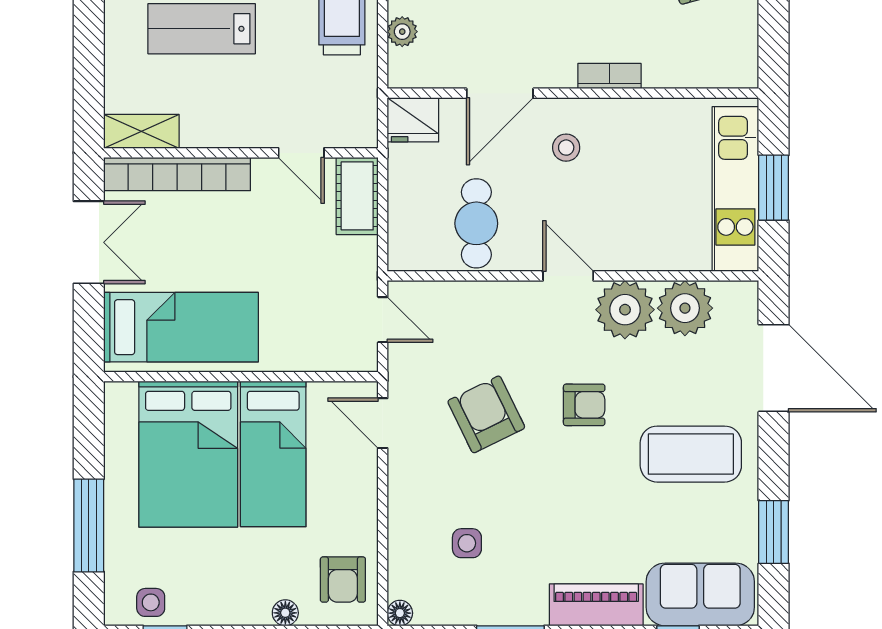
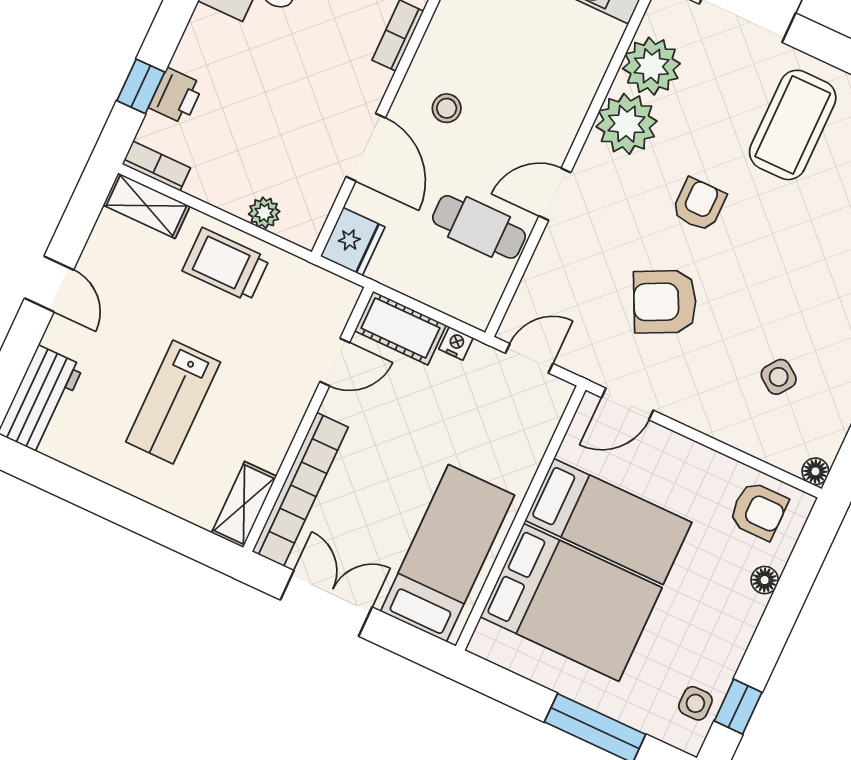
nightstand: (366, 250) -> (456, 343), added
door: (568, 276) -> (555, 194), moved
side table: (467, 543) -> (779, 377), turned 36

